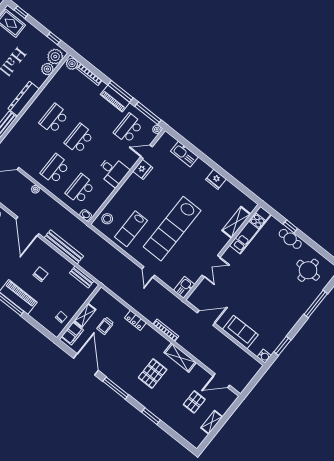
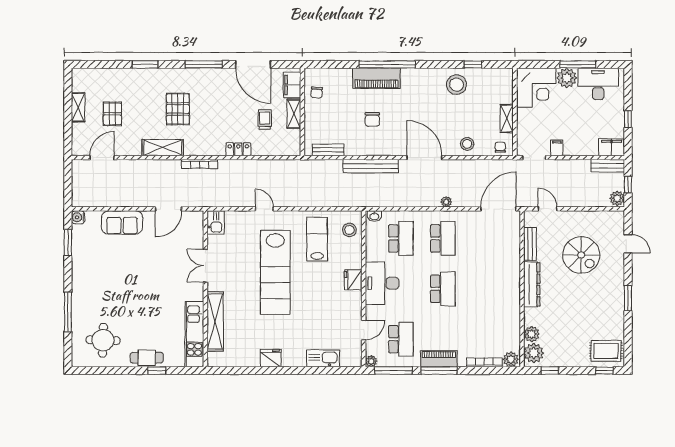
school desk: (54, 119) -> (485, 289), removed
fridge: (143, 169) -> (353, 280), moved
desk: (113, 171) -> (382, 283), width x1.37
shelving: (236, 222) -> (215, 321), width x1.47
lab bench: (172, 229) -> (275, 272), turned 180

